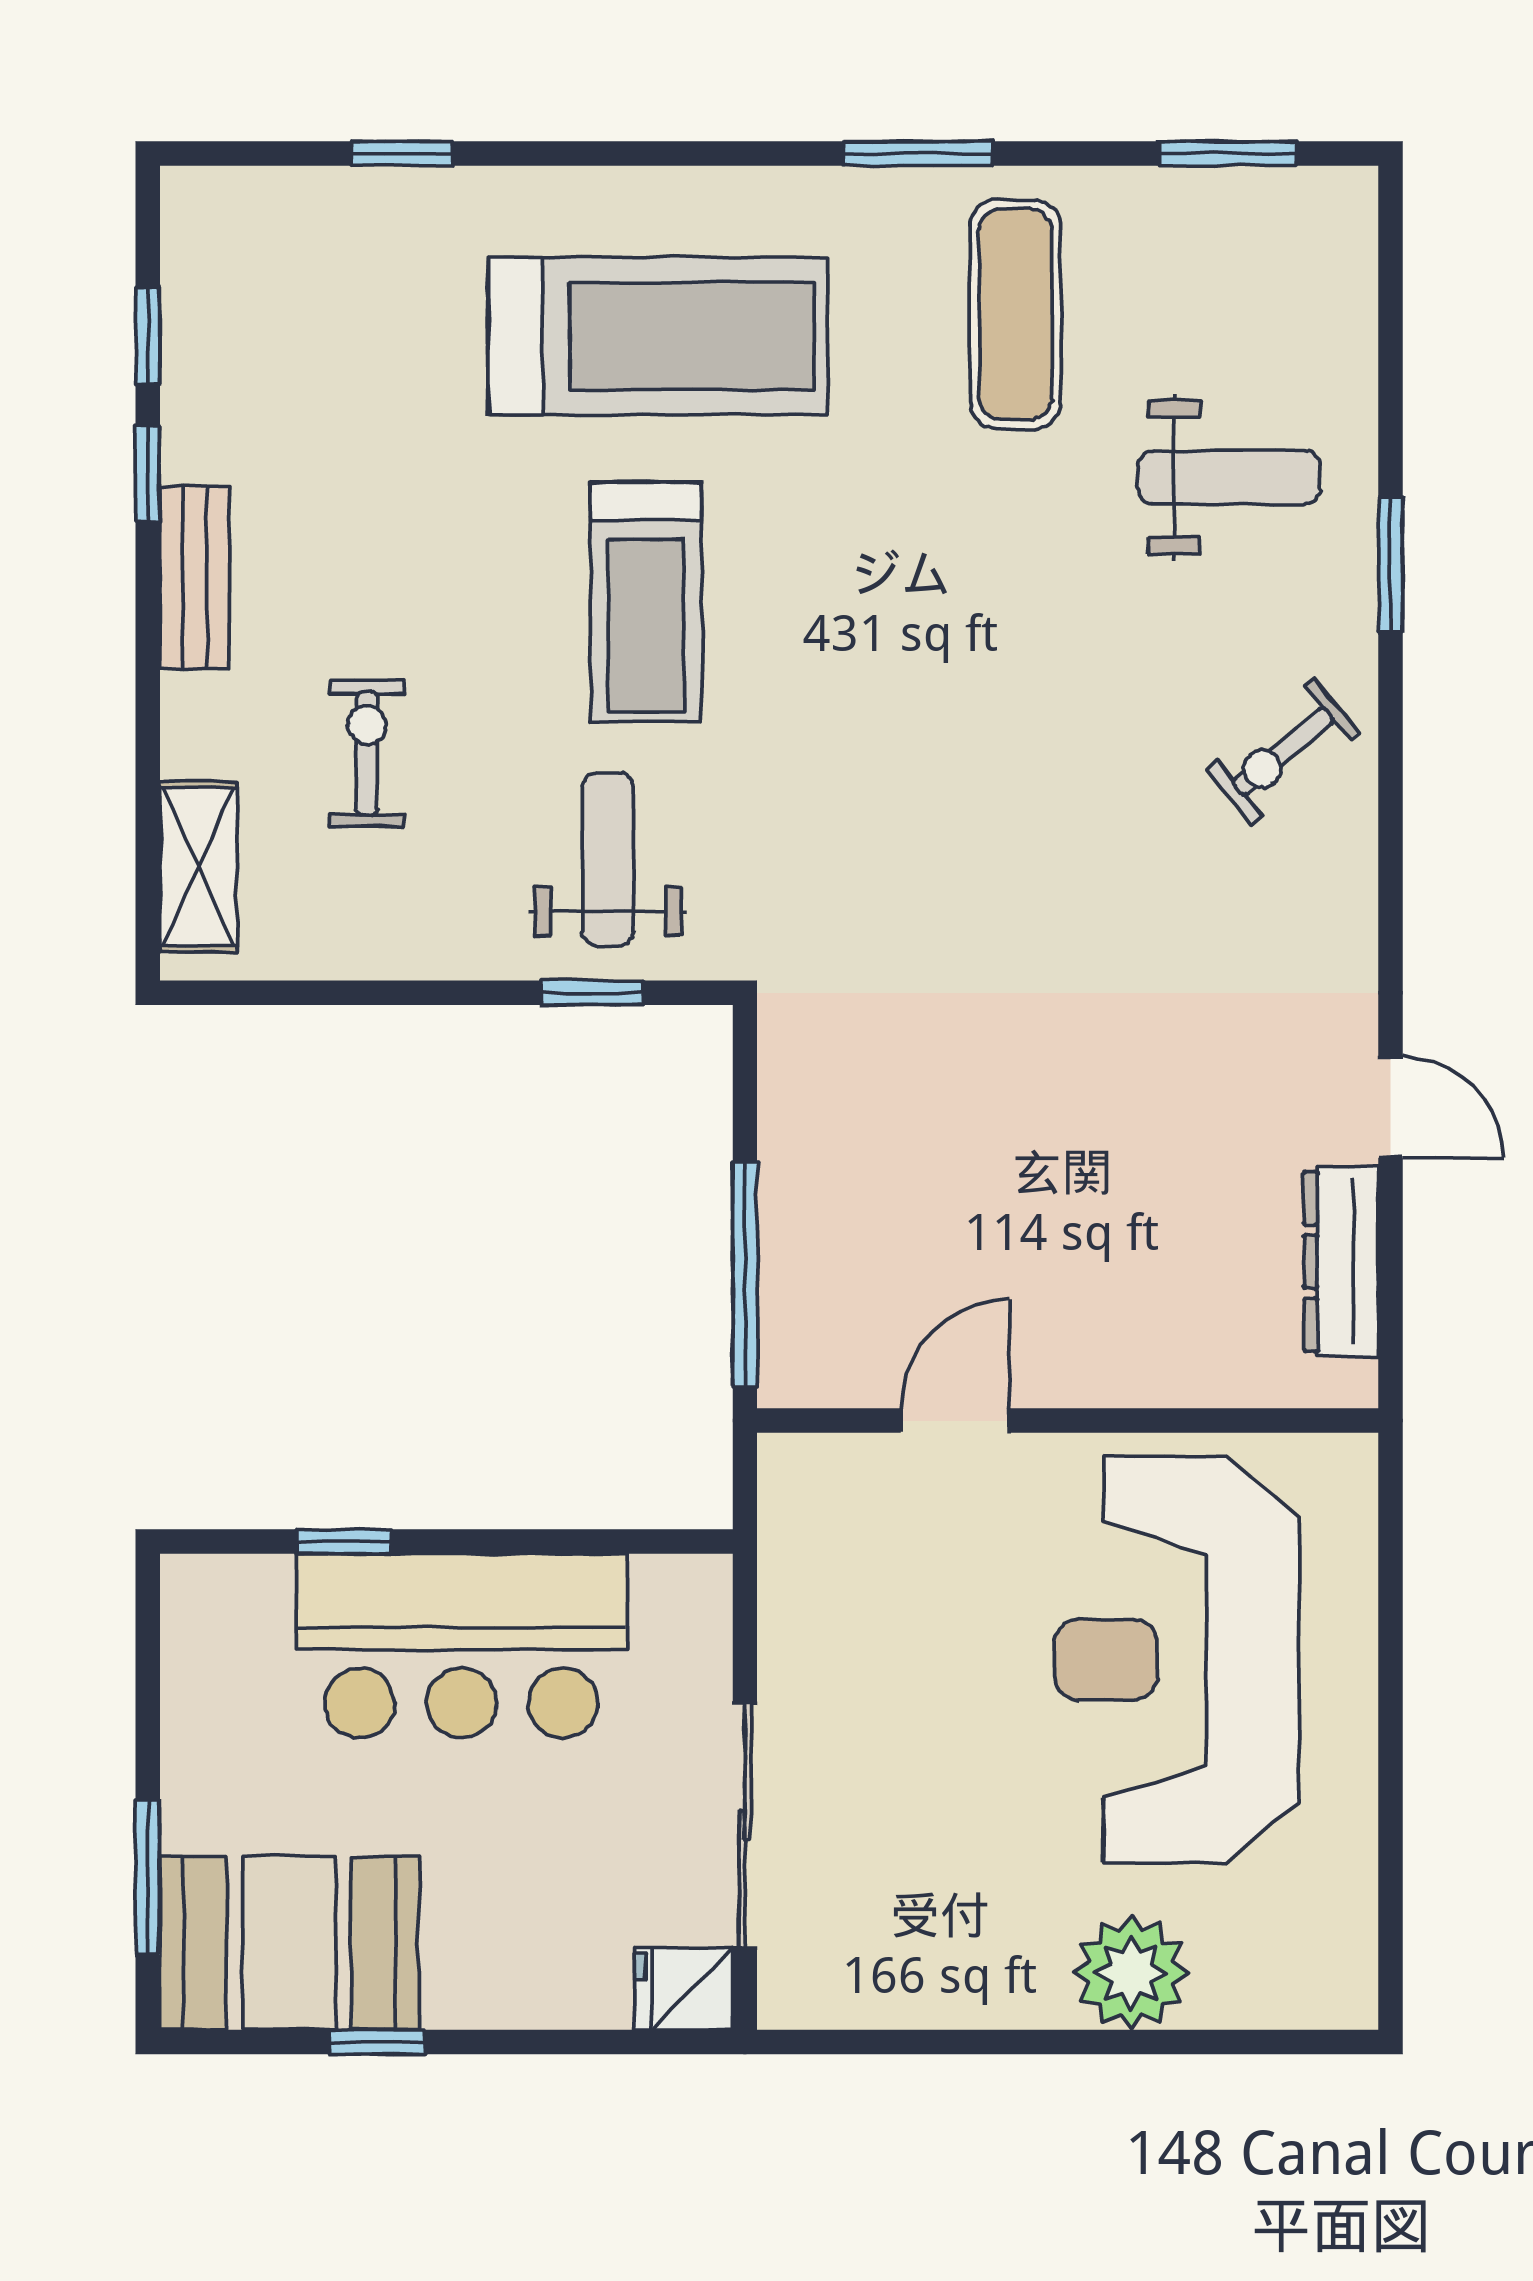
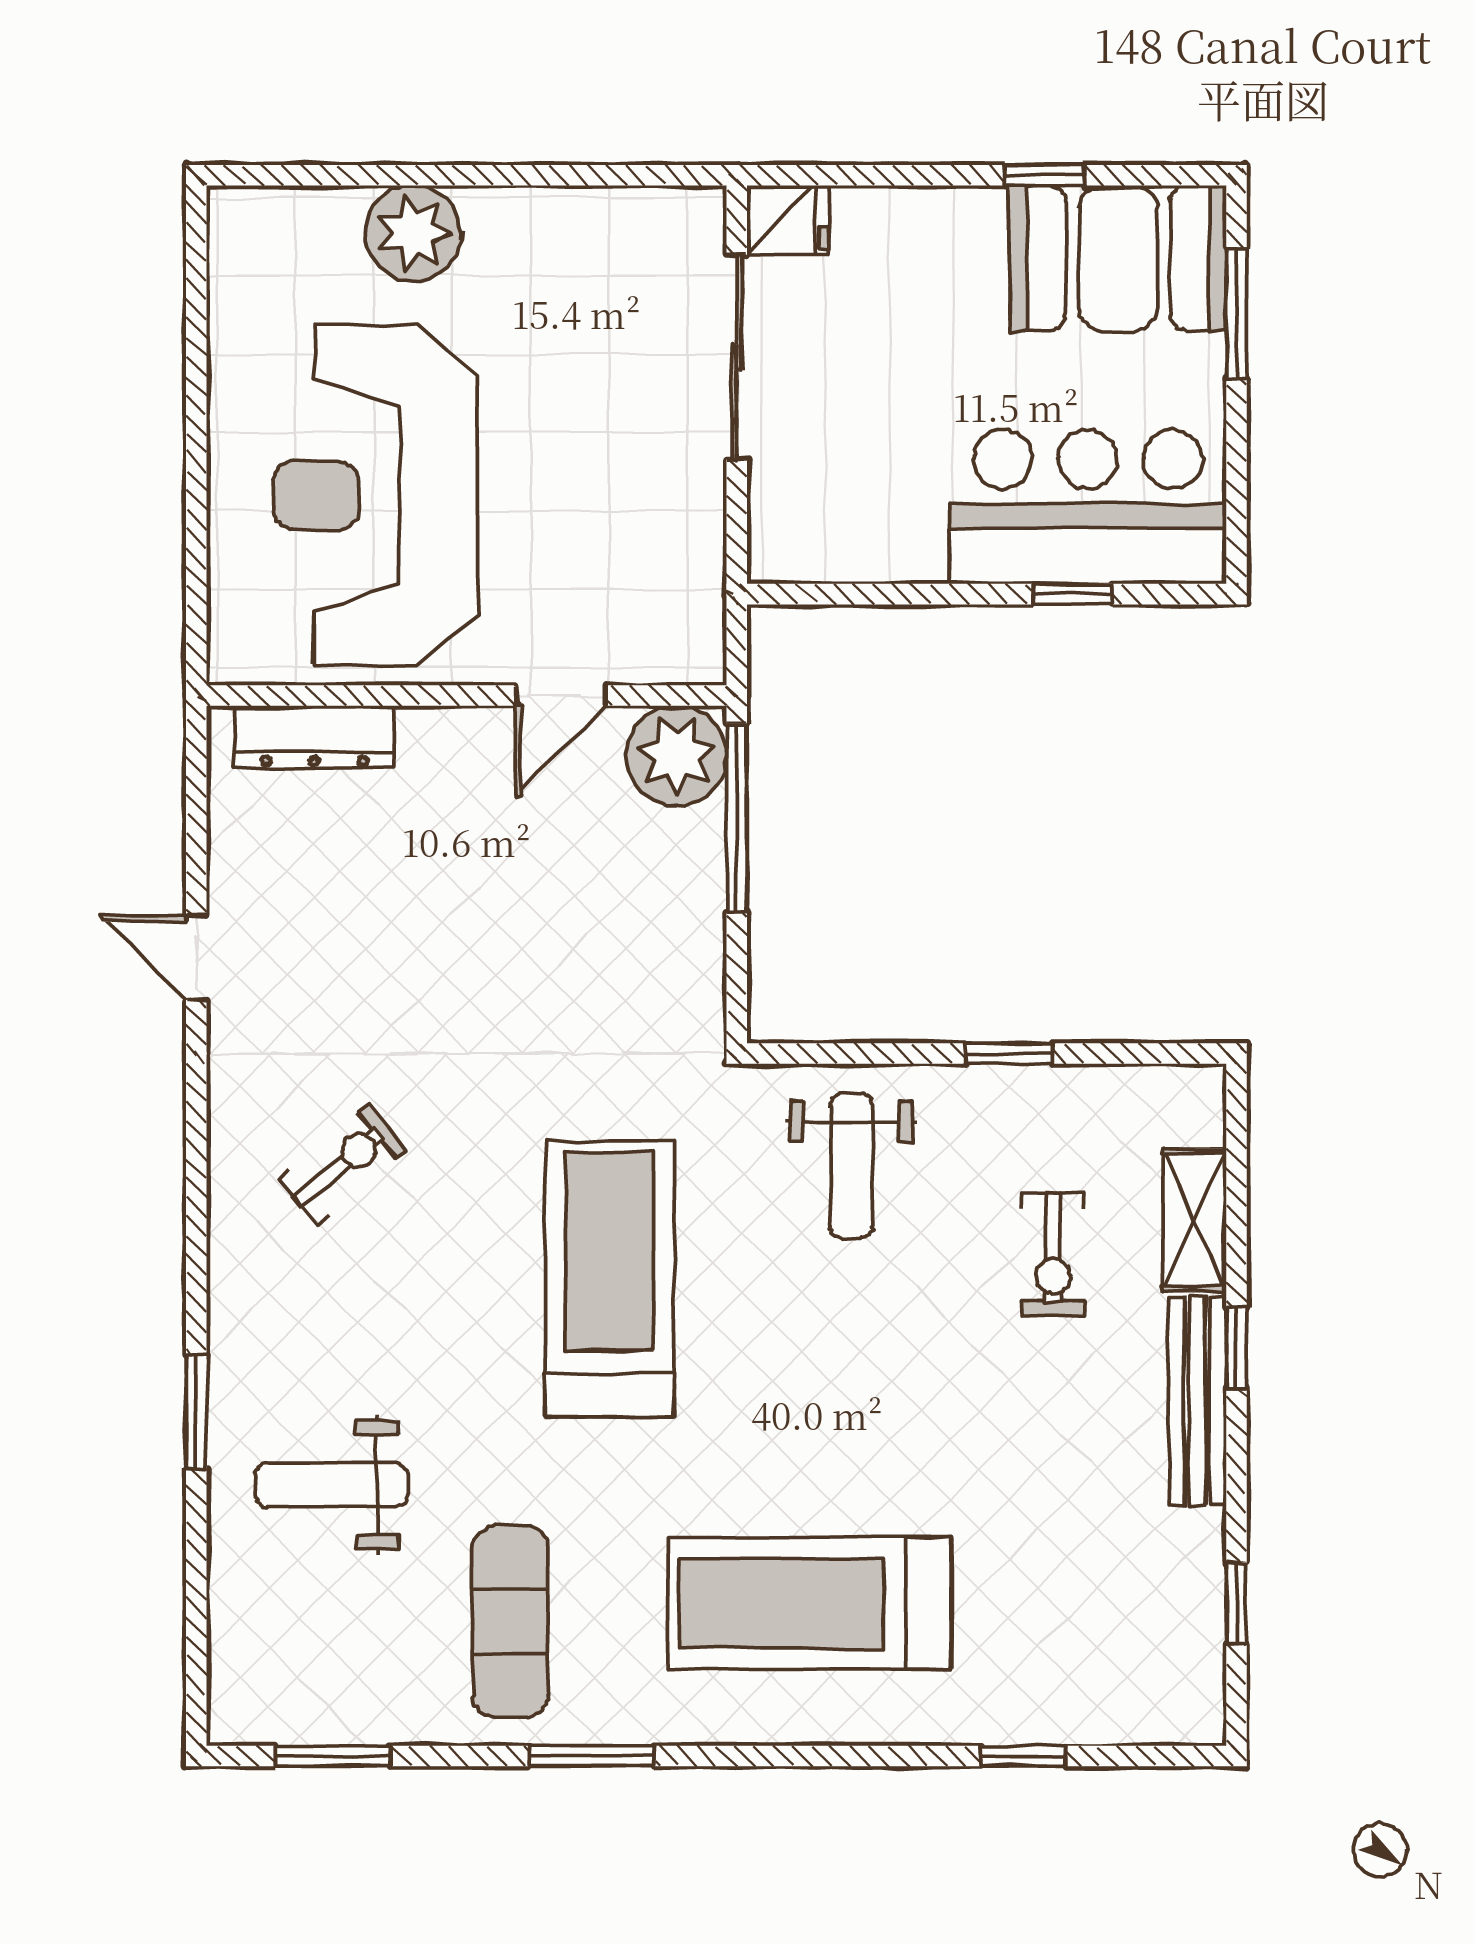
window: (148, 473) -> (1237, 1348), moved
bench: (195, 578) -> (1197, 1401), width x1.36
treadmill: (646, 602) -> (609, 1279), moved, width x1.37, depth x1.38
exercise bike: (1283, 752) -> (343, 1164), moved
shelving: (198, 867) -> (1194, 1220), moved
window: (592, 993) -> (1008, 1053), moved
dresser: (1341, 1262) -> (314, 737), moved, turned 90
plant: (817, 1349) -> (676, 756), added
bar counter: (461, 1646) -> (1088, 507), moved
reception desk: (1177, 1660) -> (375, 495), turned 180

